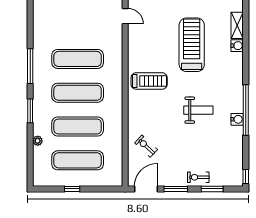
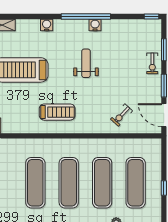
water cooler: (237, 46) -> (47, 25), moved
treadmill: (149, 81) -> (57, 112), turned 90

